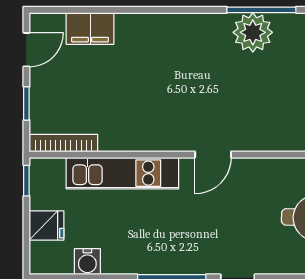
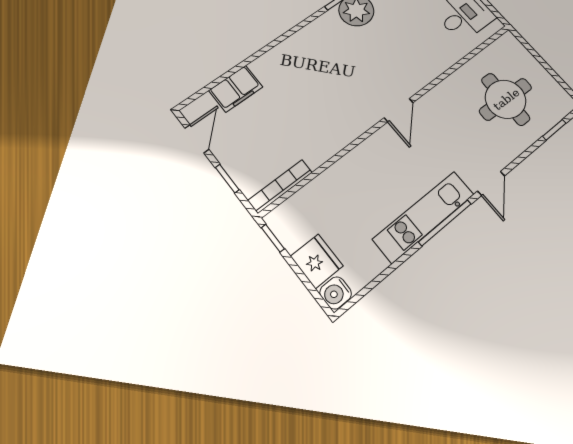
kitchen unit: (122, 173) -> (424, 216), moved, turned 180
fridge: (47, 226) -> (317, 261), width x1.38
water cooler: (87, 262) -> (336, 293), moved, turned 90

